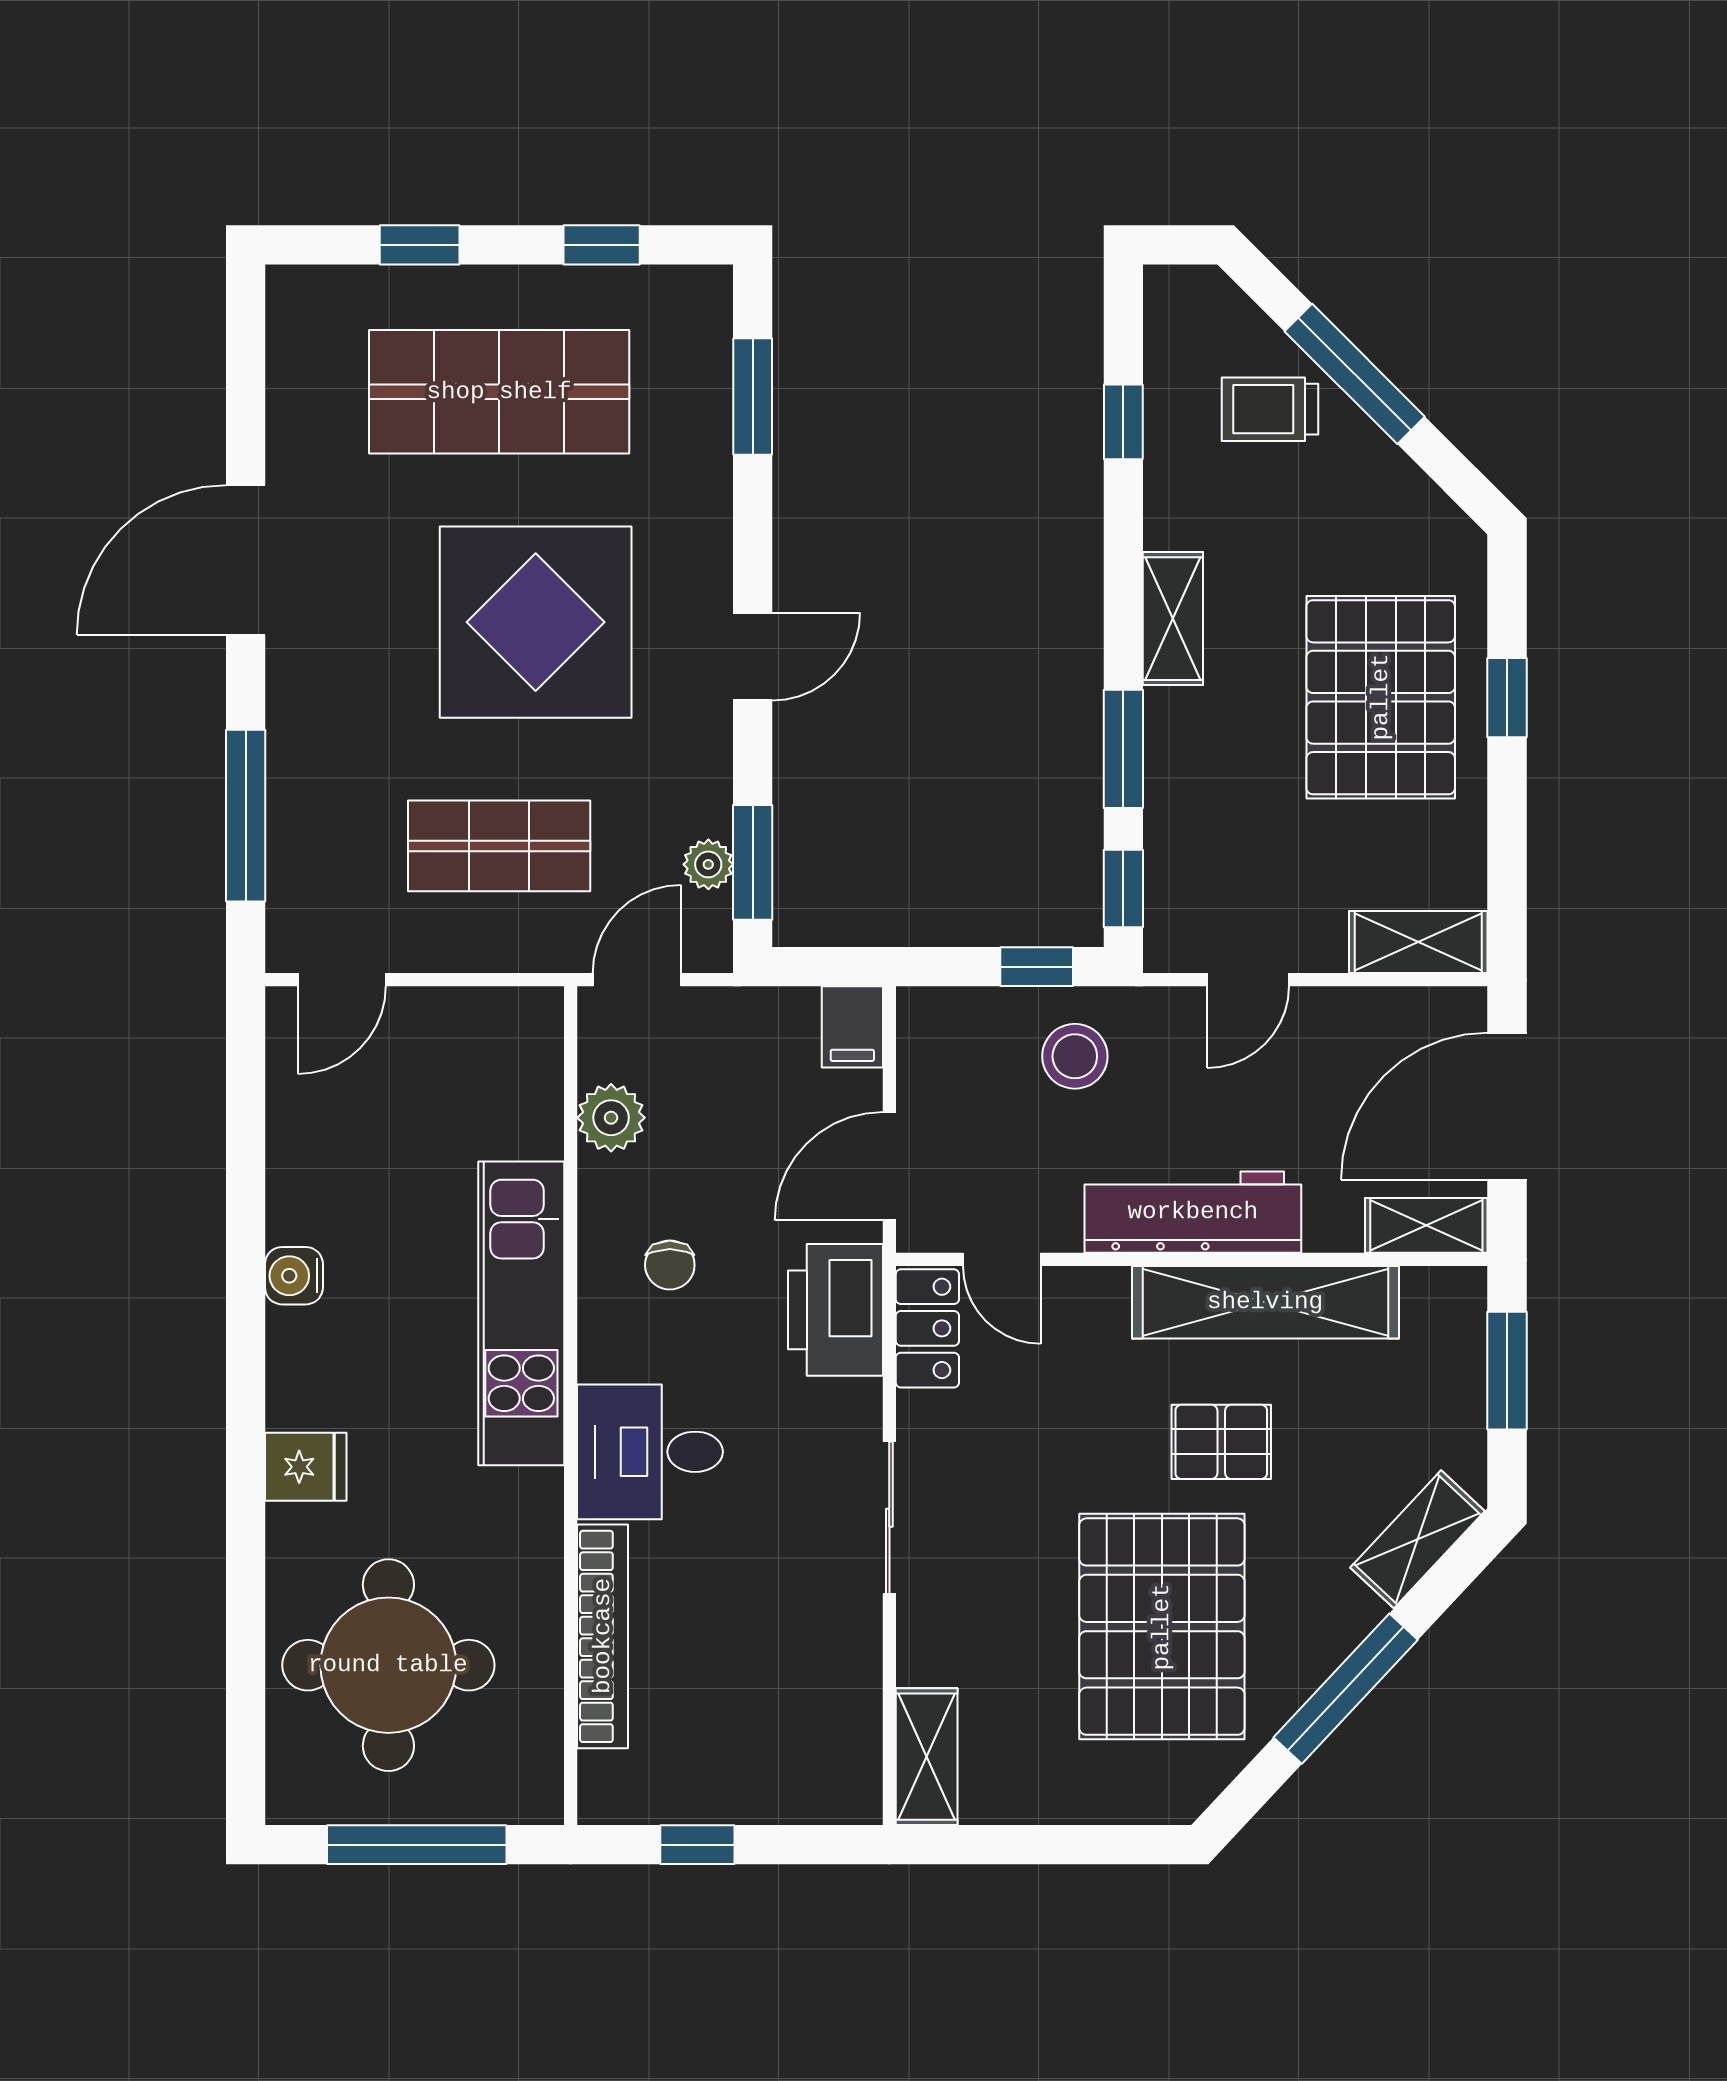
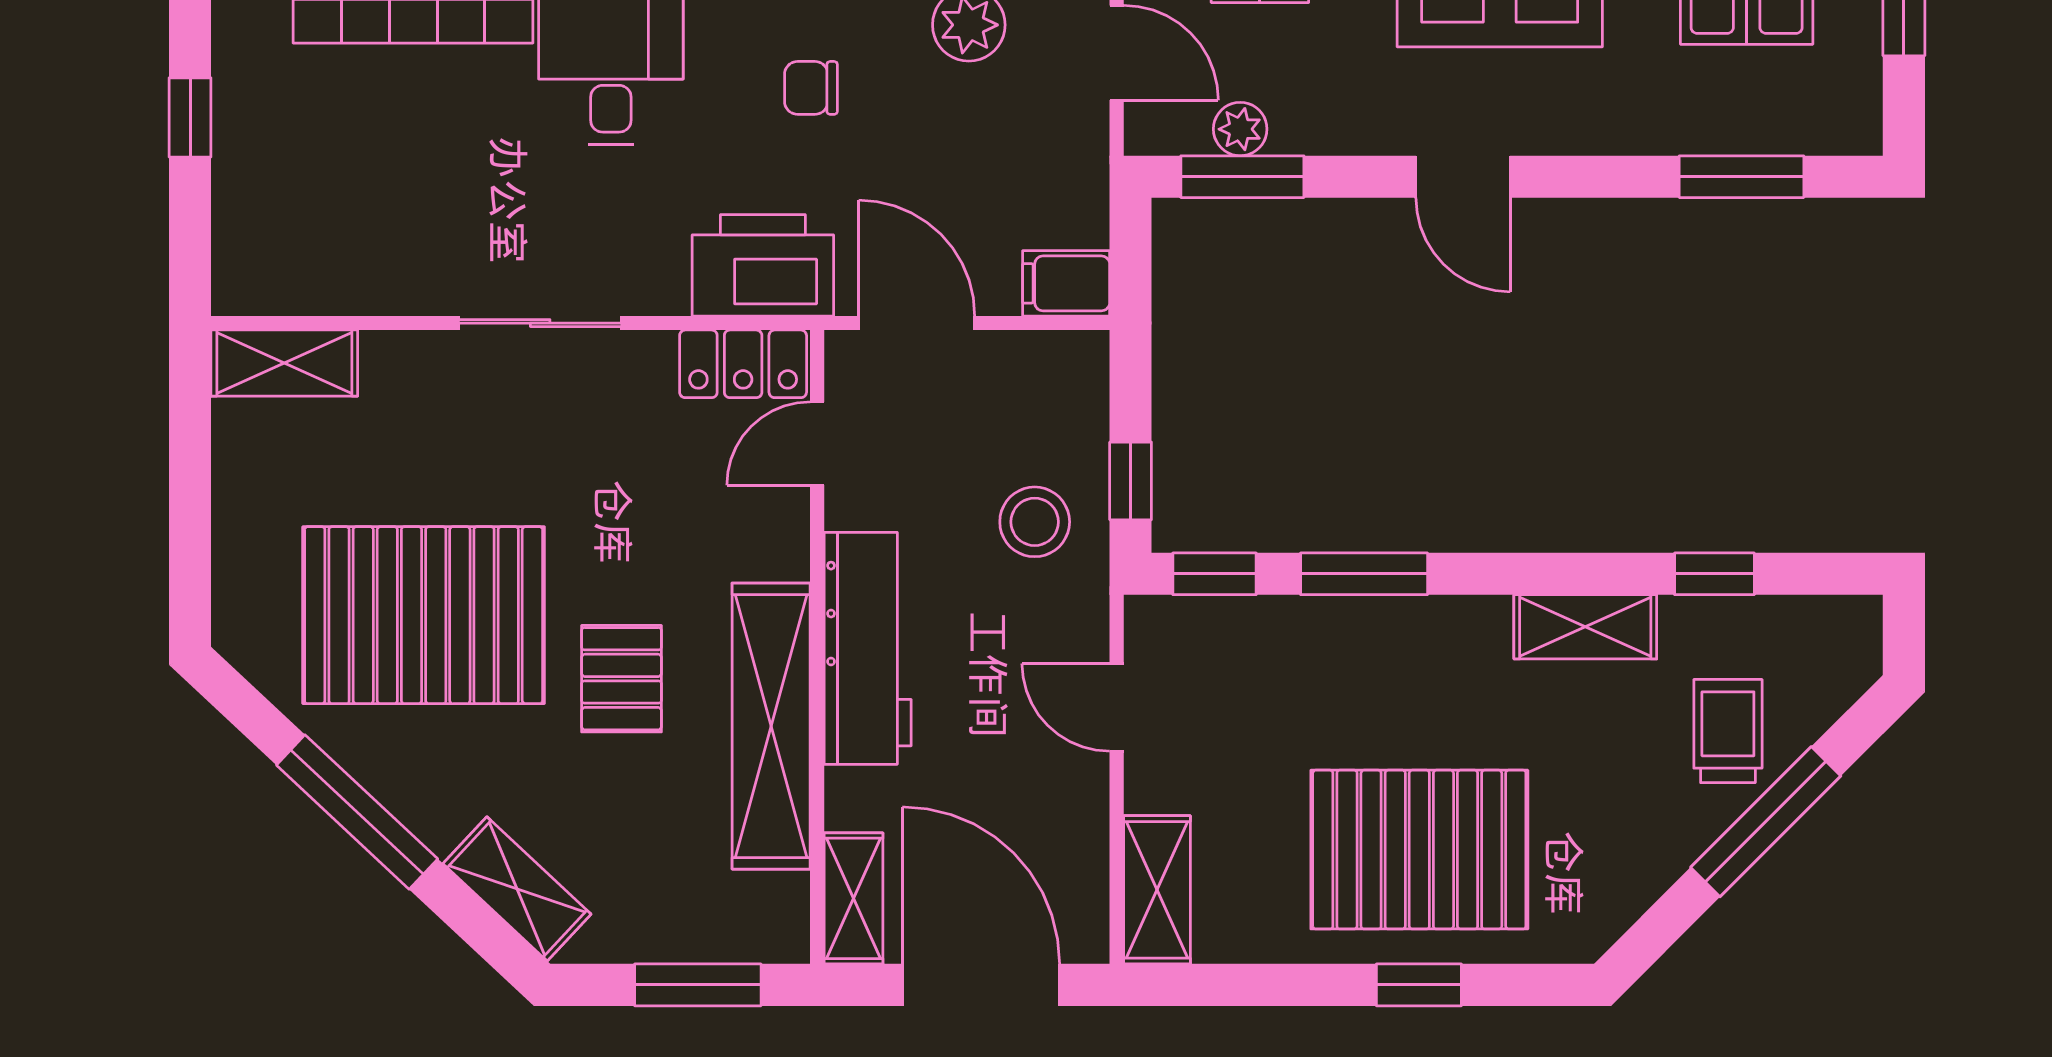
shelving: (1173, 619) -> (1585, 627), moved

